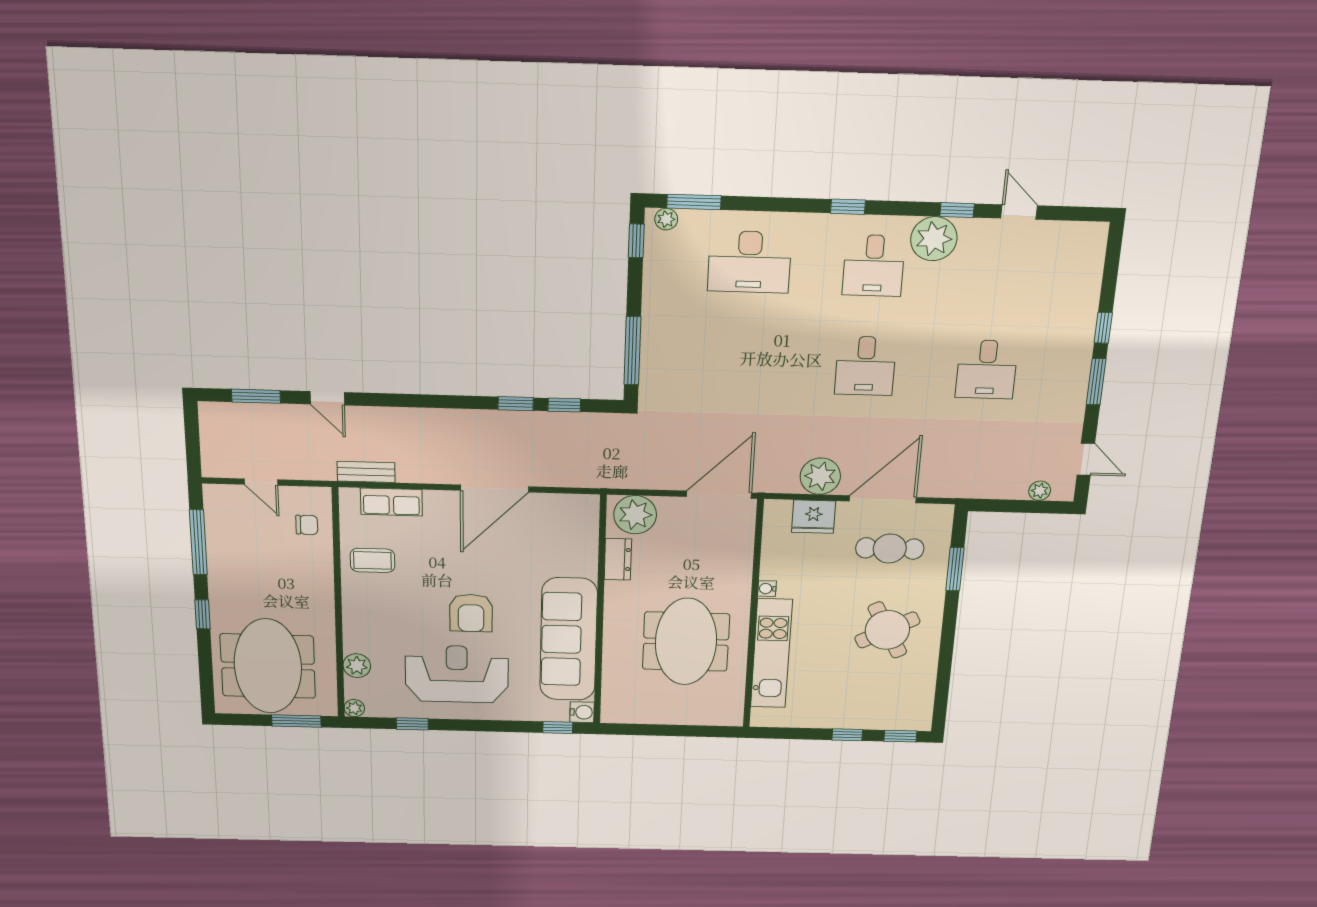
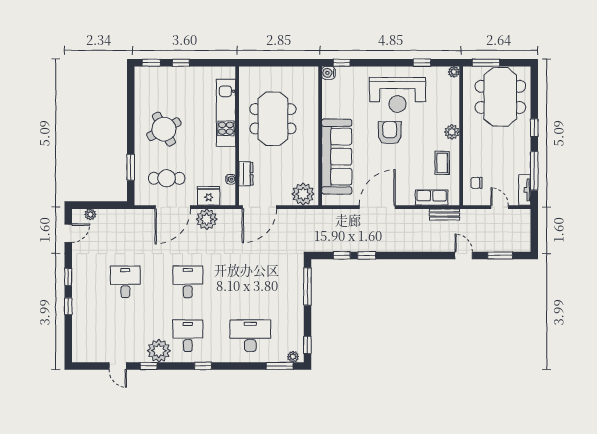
window: (1096, 382) -> (68, 277), width x0.67
door: (1086, 459) -> (68, 233), swing flipped
tv unit: (215, 510) -> (525, 190), added
dresser: (618, 559) -> (246, 174), moved, turned 180
coffee table: (372, 560) -> (442, 163), turned 90
water cooler: (767, 589) -> (231, 179), moved
sofa: (569, 639) -> (337, 157), moved
plant: (357, 666) -> (452, 132), moved

